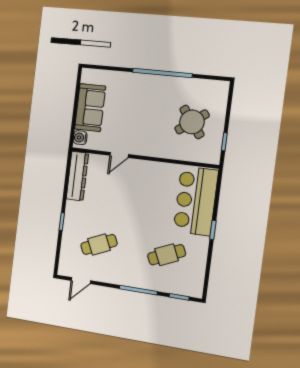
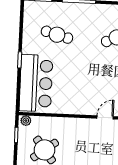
plant: (211, 158) -> (26, 121), added
cafe table: (167, 255) -> (57, 35), turned 39

